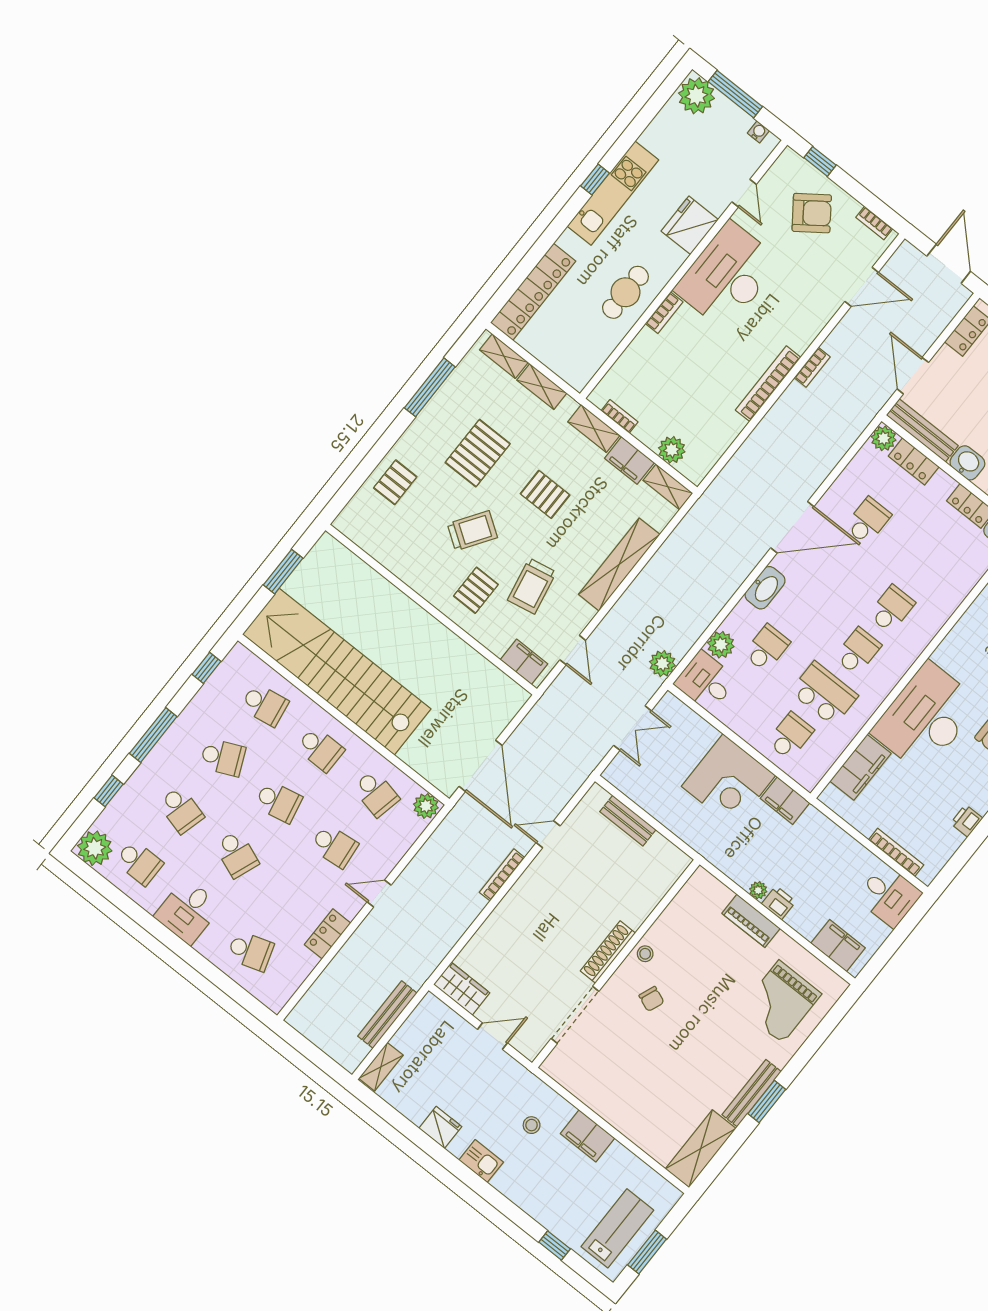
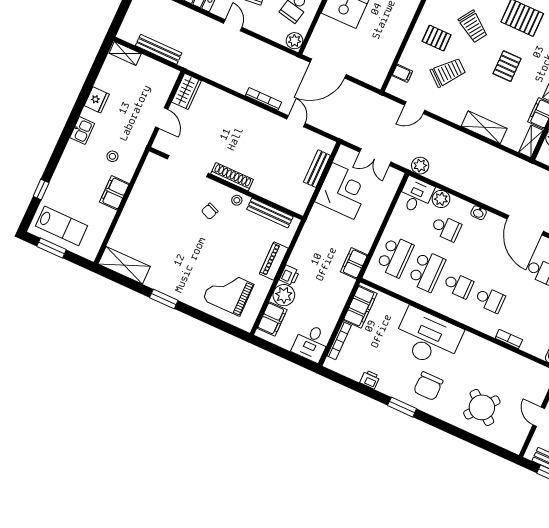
shelving: (619, 564) -> (484, 127), width x0.68
trolley: (532, 586) -> (448, 72), turned 141
washbasin: (765, 588) -> (479, 213), width x0.52, depth x0.69
bookcase: (958, 595) -> (509, 339), added
filing cabinet: (524, 662) -> (402, 73), width x0.50
school desk: (790, 736) -> (395, 257), width x1.85
filing cabinet: (860, 767) -> (360, 307), moved, turned -90
corner desk: (728, 781) -> (343, 191), moved, turned 180
plant: (758, 890) -> (284, 295), moved, width x1.87, depth x1.87
bench: (752, 1093) -> (270, 213), moved

